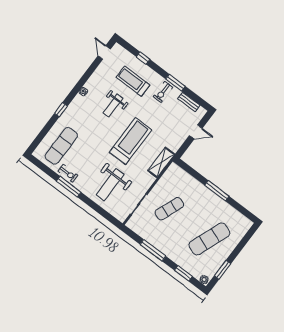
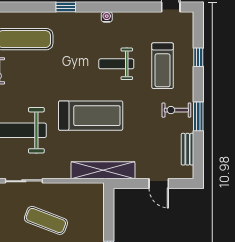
treadmill: (133, 81) -> (163, 66), turned 180
shelving: (161, 162) -> (103, 170), width x1.47

